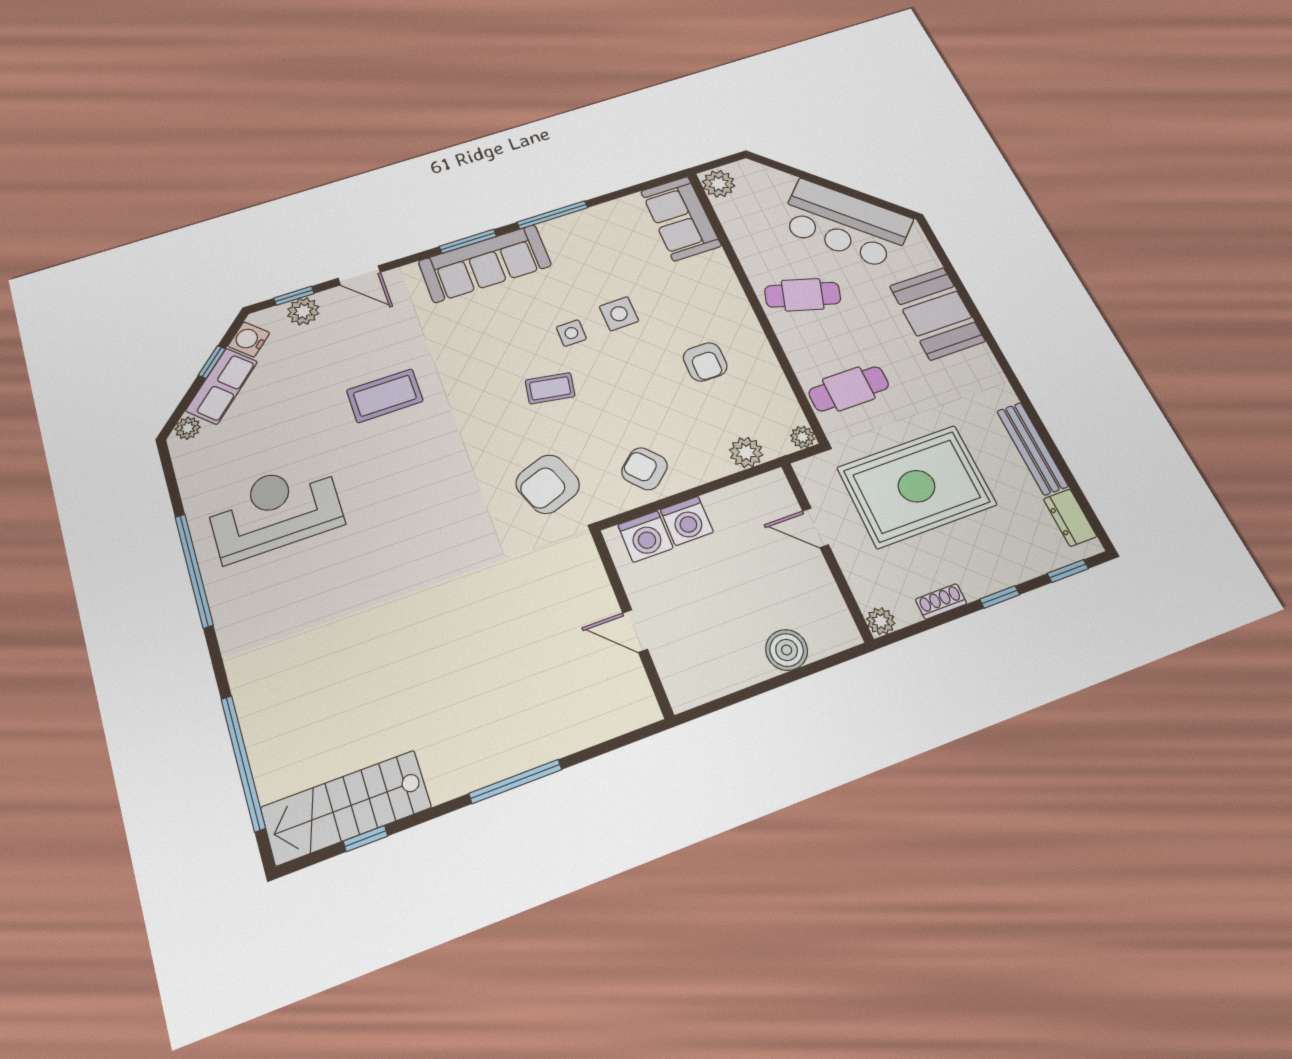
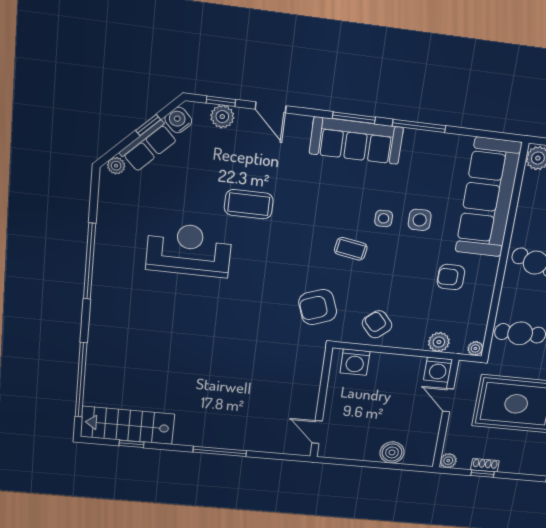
sofa: (681, 218) -> (488, 198), width x1.85, depth x1.27
armchair: (705, 362) -> (451, 277), turned 90
reception desk: (275, 510) -> (189, 250), moved
washing machine: (687, 521) -> (438, 370), moved
window: (1000, 597) -> (482, 474), moved
door: (635, 631) -> (317, 432), moved

